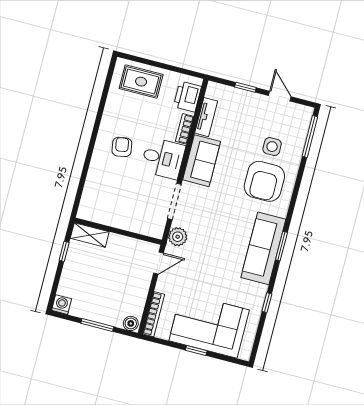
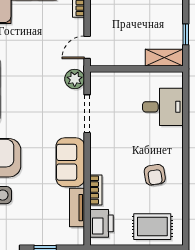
armchair: (122, 147) -> (155, 175), moved
desk: (163, 158) -> (163, 107), moved, turned 180

